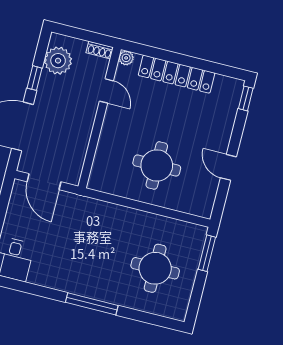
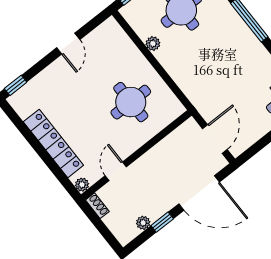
plant: (58, 61) -> (143, 223), width x0.53, depth x0.53
round table: (157, 165) -> (131, 102), moved
plant: (157, 222) -> (153, 44), added

